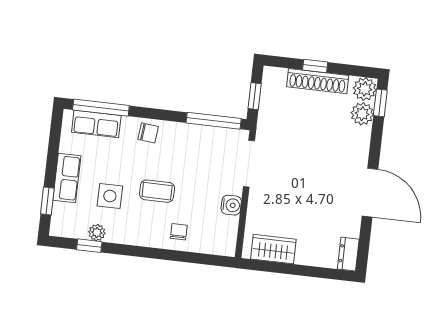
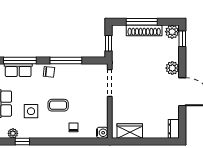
window: (315, 66) -> (142, 22), width x2.17
plant: (362, 114) -> (172, 68), moved
window: (214, 121) -> (66, 60), moved
water cooler: (231, 205) -> (102, 133), moved
plant: (97, 233) -> (13, 133), moved

